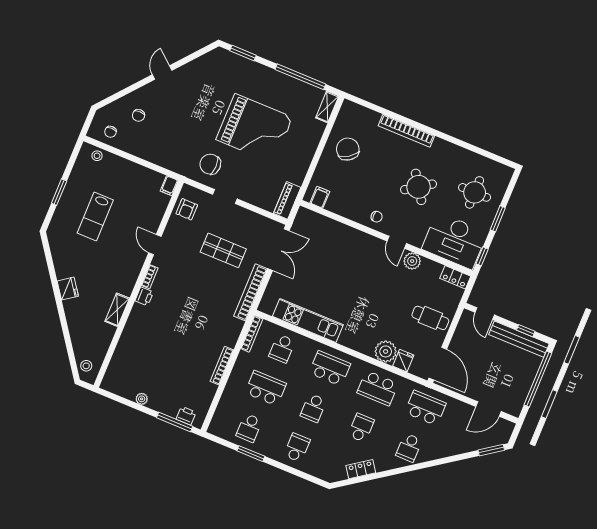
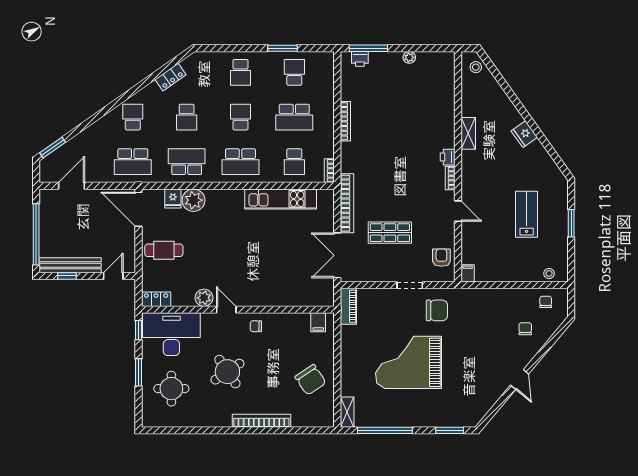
door: (485, 314) -> (113, 276), hinge flipped
bookcase: (252, 334) -> (329, 171), width x0.64
school desk: (282, 349) -> (294, 162), turned 180

